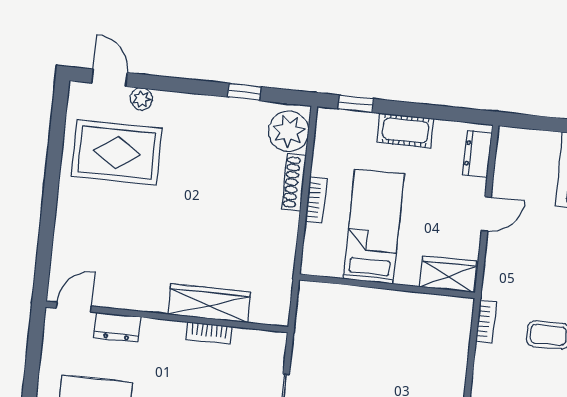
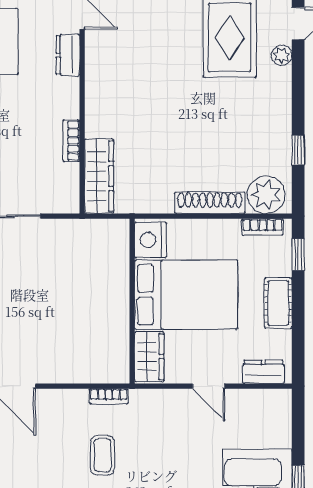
shoe rack: (294, 182) -> (210, 203), width x1.36, depth x1.24
bookcase: (316, 200) -> (263, 227), moved
bed: (374, 226) -> (186, 295), width x1.50
nightstand: (324, 260) -> (151, 240), added
wardrobe: (209, 303) -> (99, 176), moved

